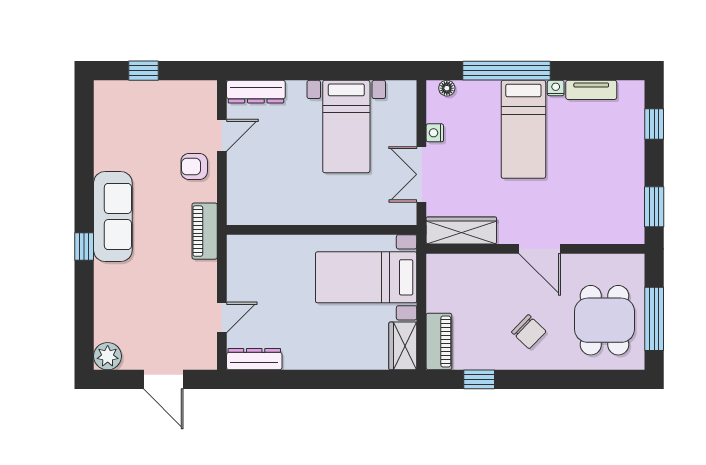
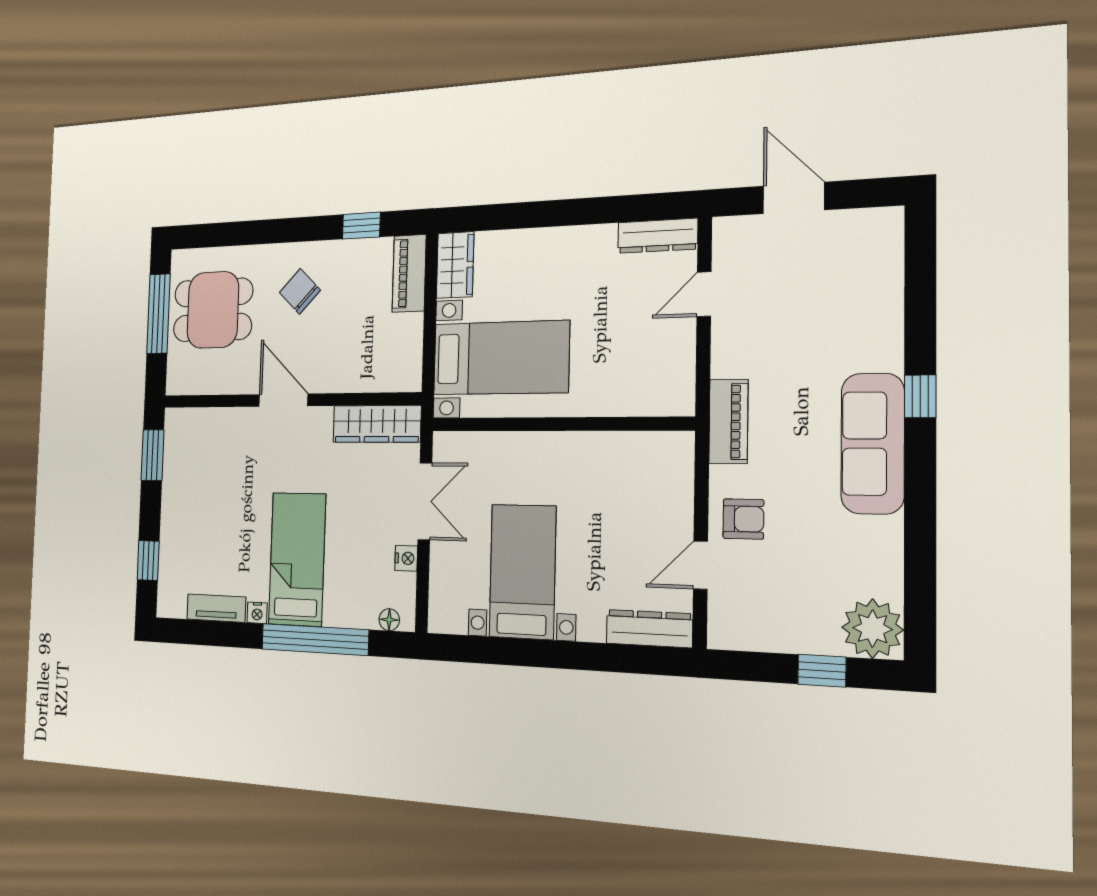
dining table: (604, 320) -> (213, 310), turned 90
plant: (108, 356) -> (873, 629), moved, width x1.36, depth x1.36

